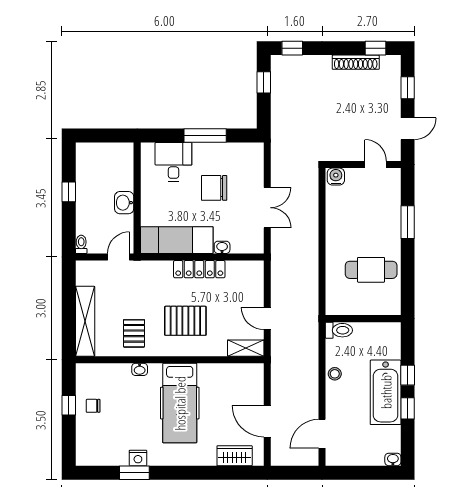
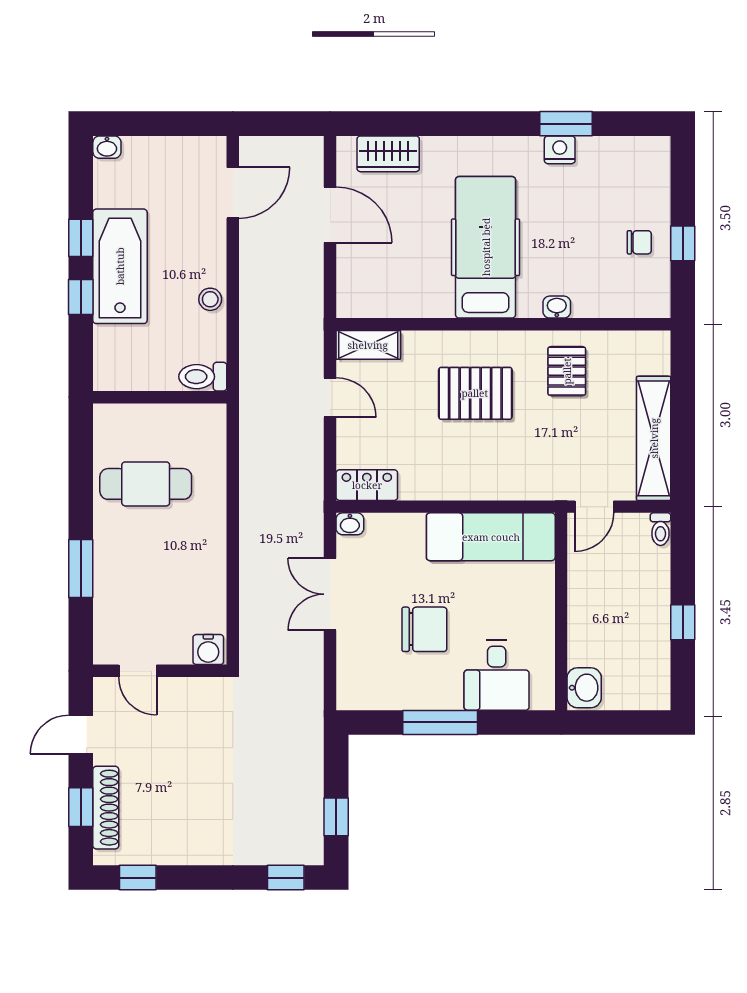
shoe rack: (356, 62) -> (106, 808), moved, turned 90
washbasin: (124, 203) -> (584, 688), moved
washbasin: (222, 247) -> (350, 524), moved
locker: (199, 269) -> (367, 485), moved, width x0.66
shelving: (85, 321) -> (654, 438), moved

